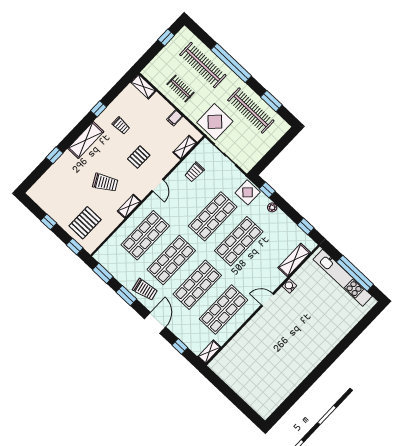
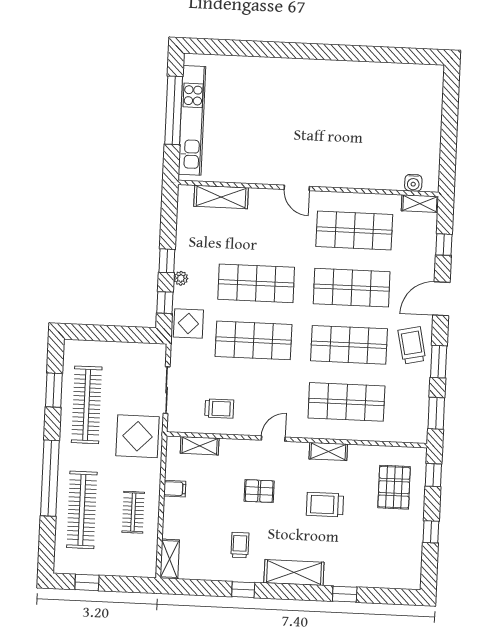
trolley: (105, 183) -> (325, 505), turned -61
pallet: (85, 223) -> (394, 487), turned 90
window: (306, 226) -> (167, 261), moved
water cooler: (289, 286) -> (413, 183), moved

